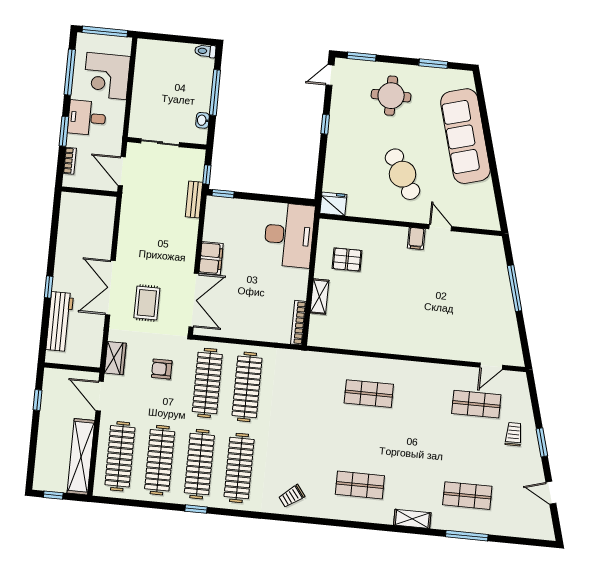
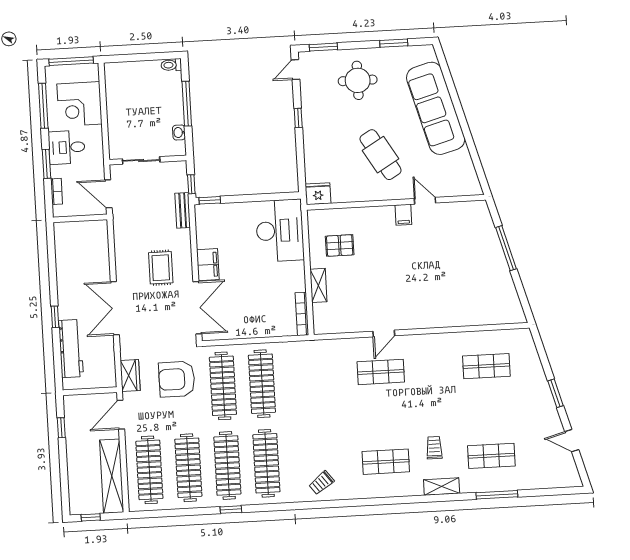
rug: (147, 303) -> (161, 268), moved
door: (491, 366) -> (384, 333), moved
armchair: (162, 369) -> (177, 379), width x1.88, depth x1.88
door: (100, 396) -> (121, 415), hinge flipped
trolley: (514, 434) -> (434, 448), moved

